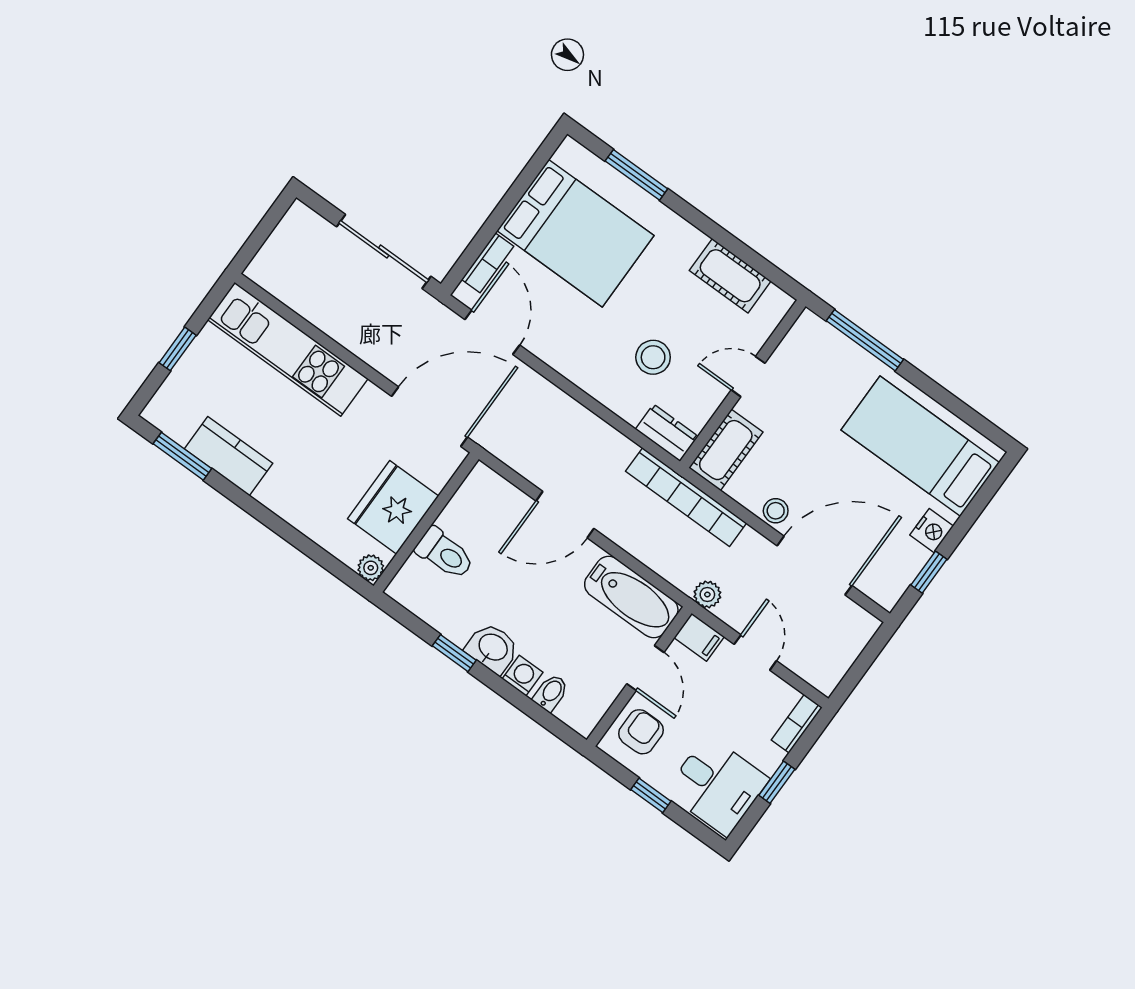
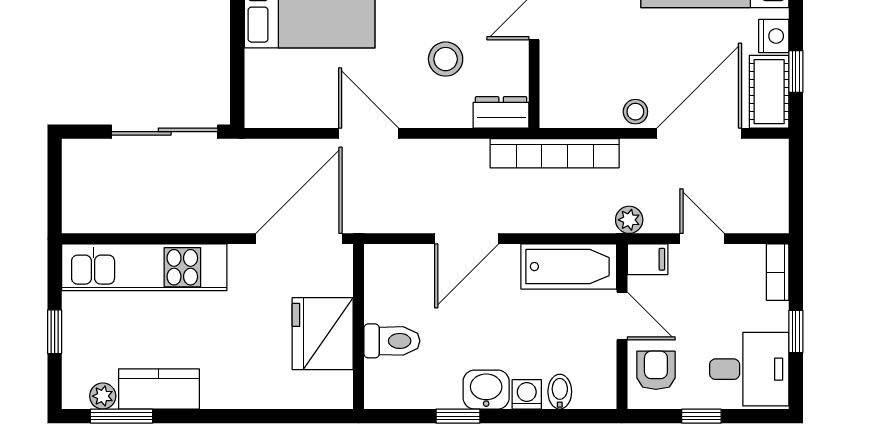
bookcase: (488, 263) -> (256, 80), removed
door: (492, 332) -> (369, 133), moved
cot: (726, 450) -> (769, 92), moved
plant: (371, 568) -> (103, 396), moved

